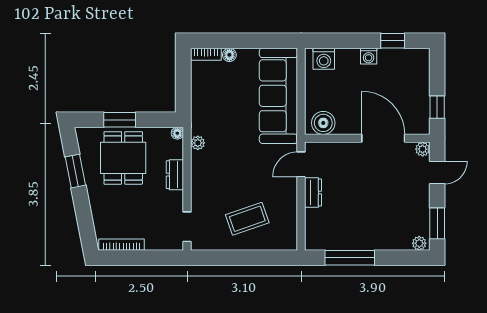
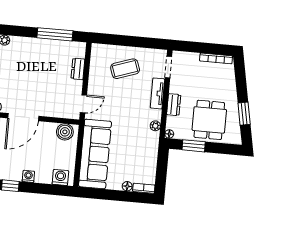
window: (120, 120) -> (194, 146), moved
door: (383, 138) -> (23, 117), hinge flipped
tv unit: (199, 188) -> (157, 93), added
dresser: (313, 193) -> (78, 69), moved

